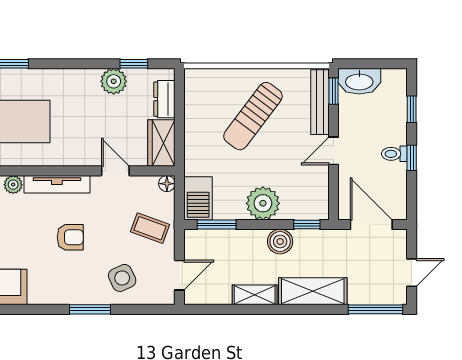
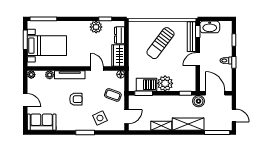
barbecue: (198, 198) -> (146, 85), moved, turned -90
boiler: (280, 242) -> (199, 101), moved
door: (412, 273) -> (234, 116), hinge flipped

